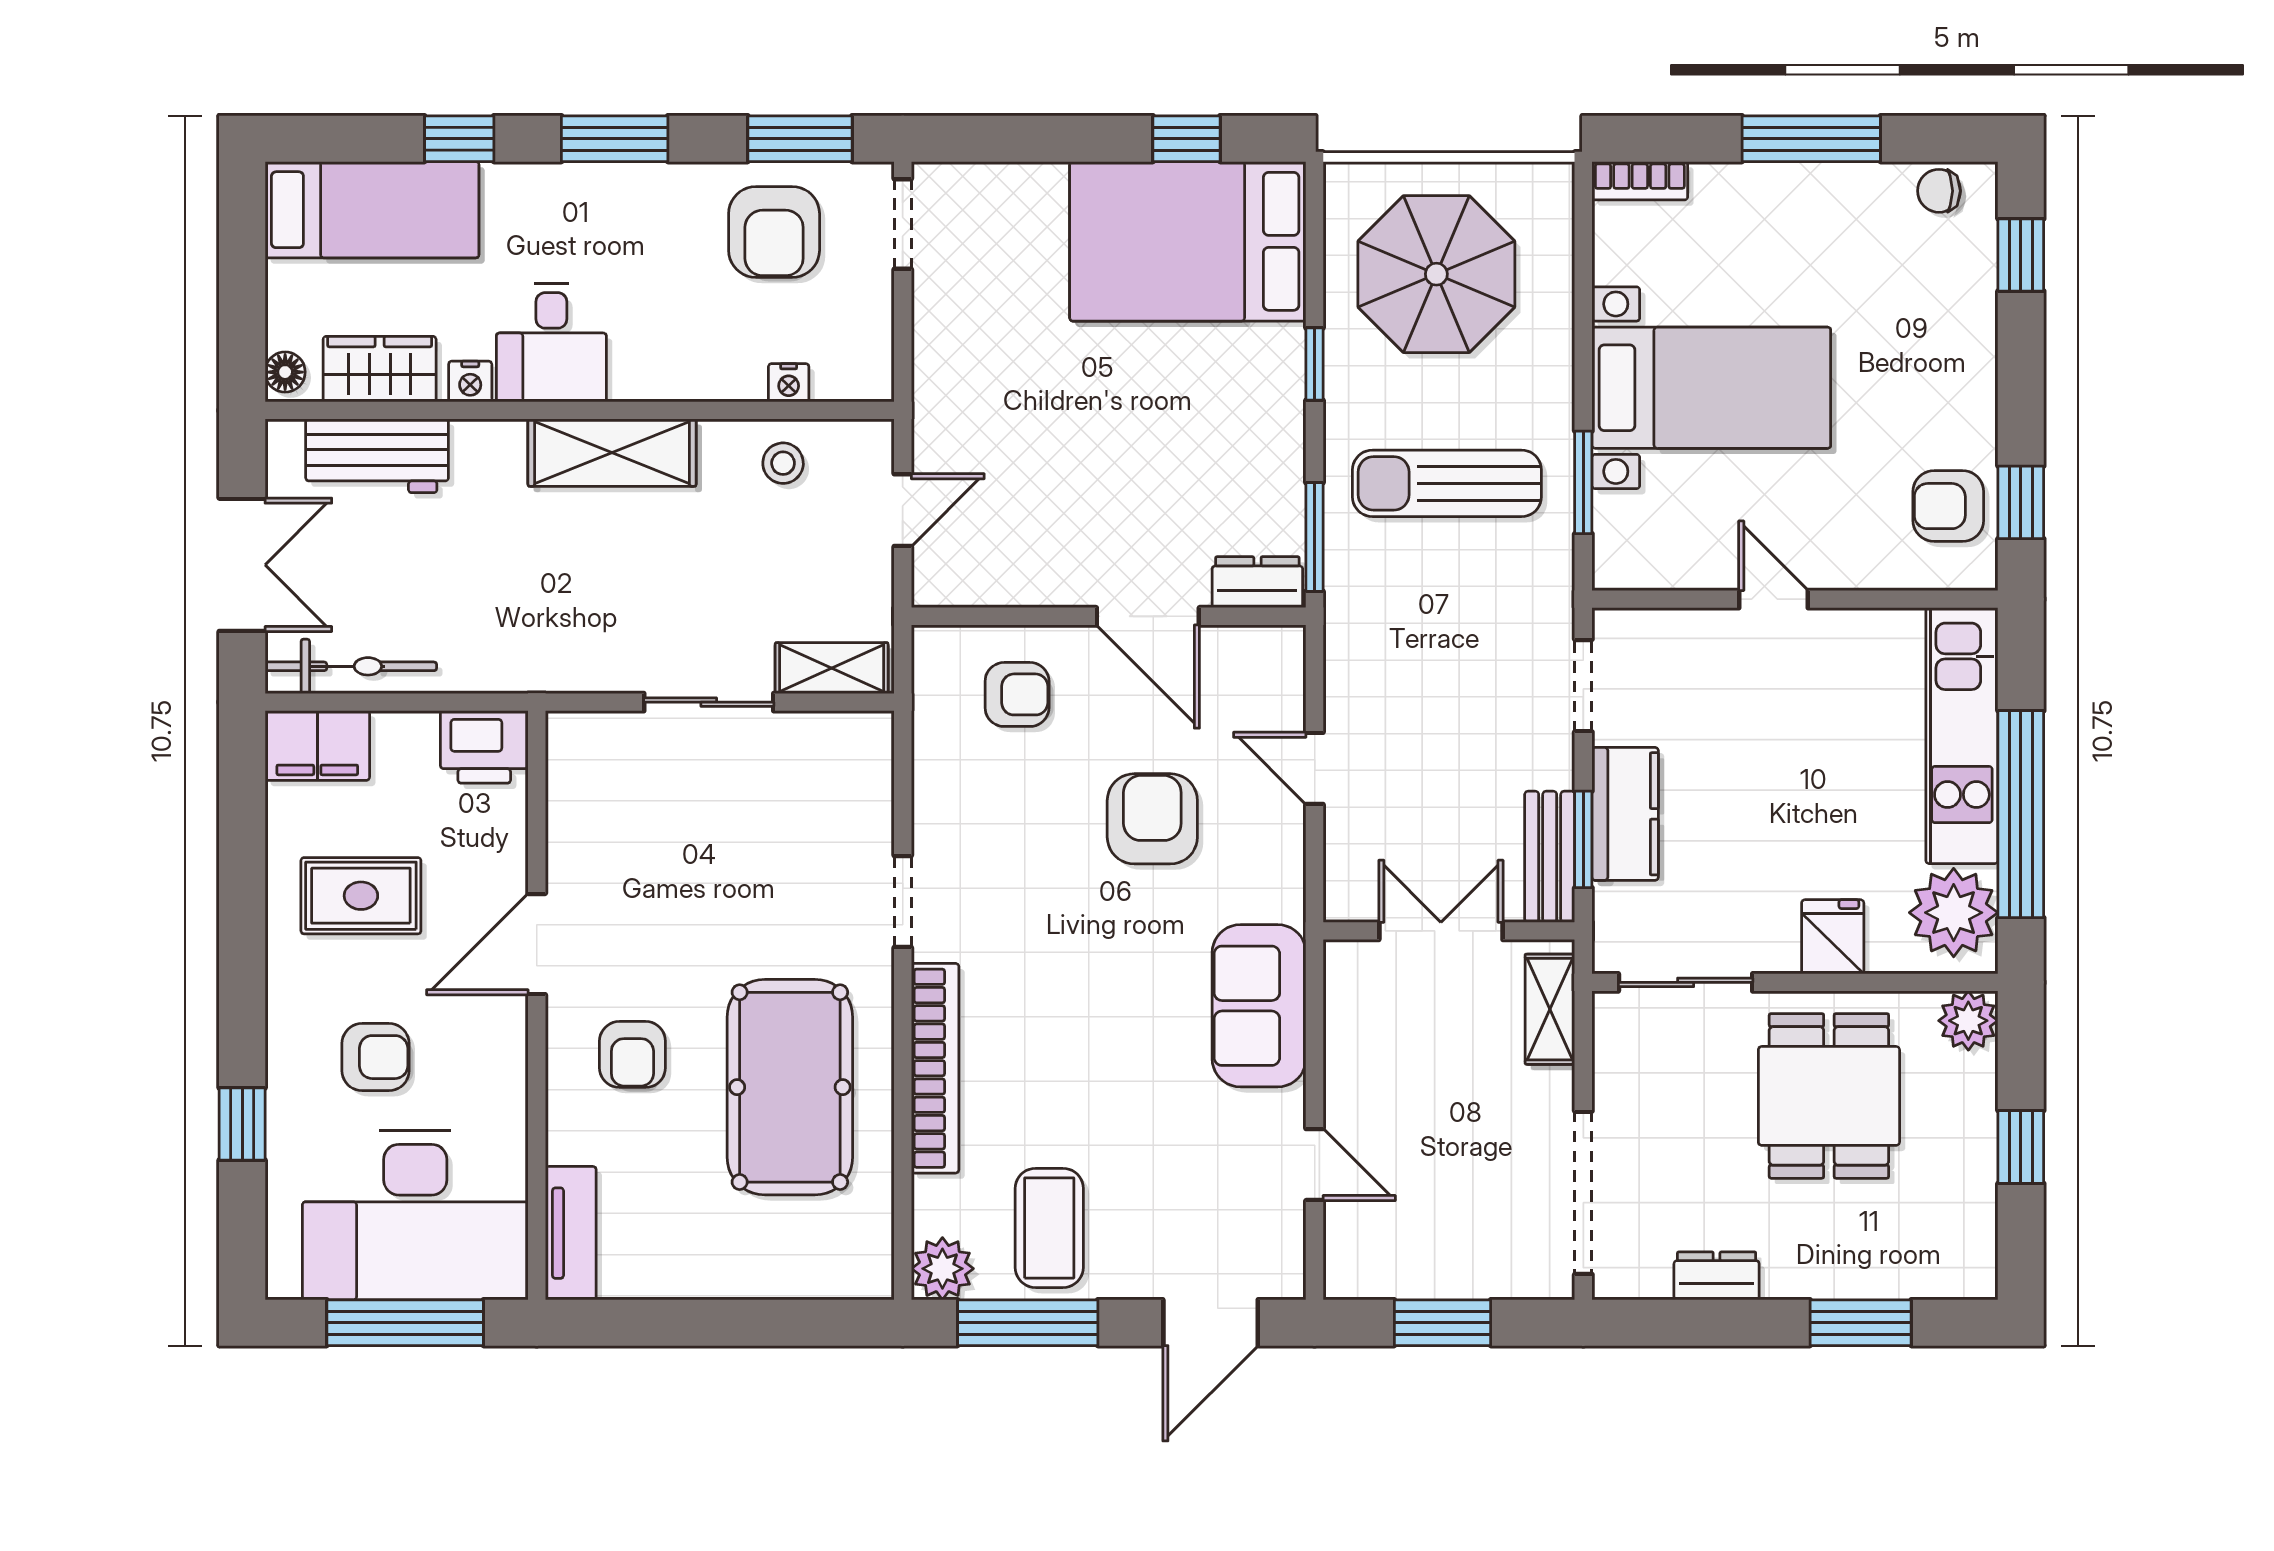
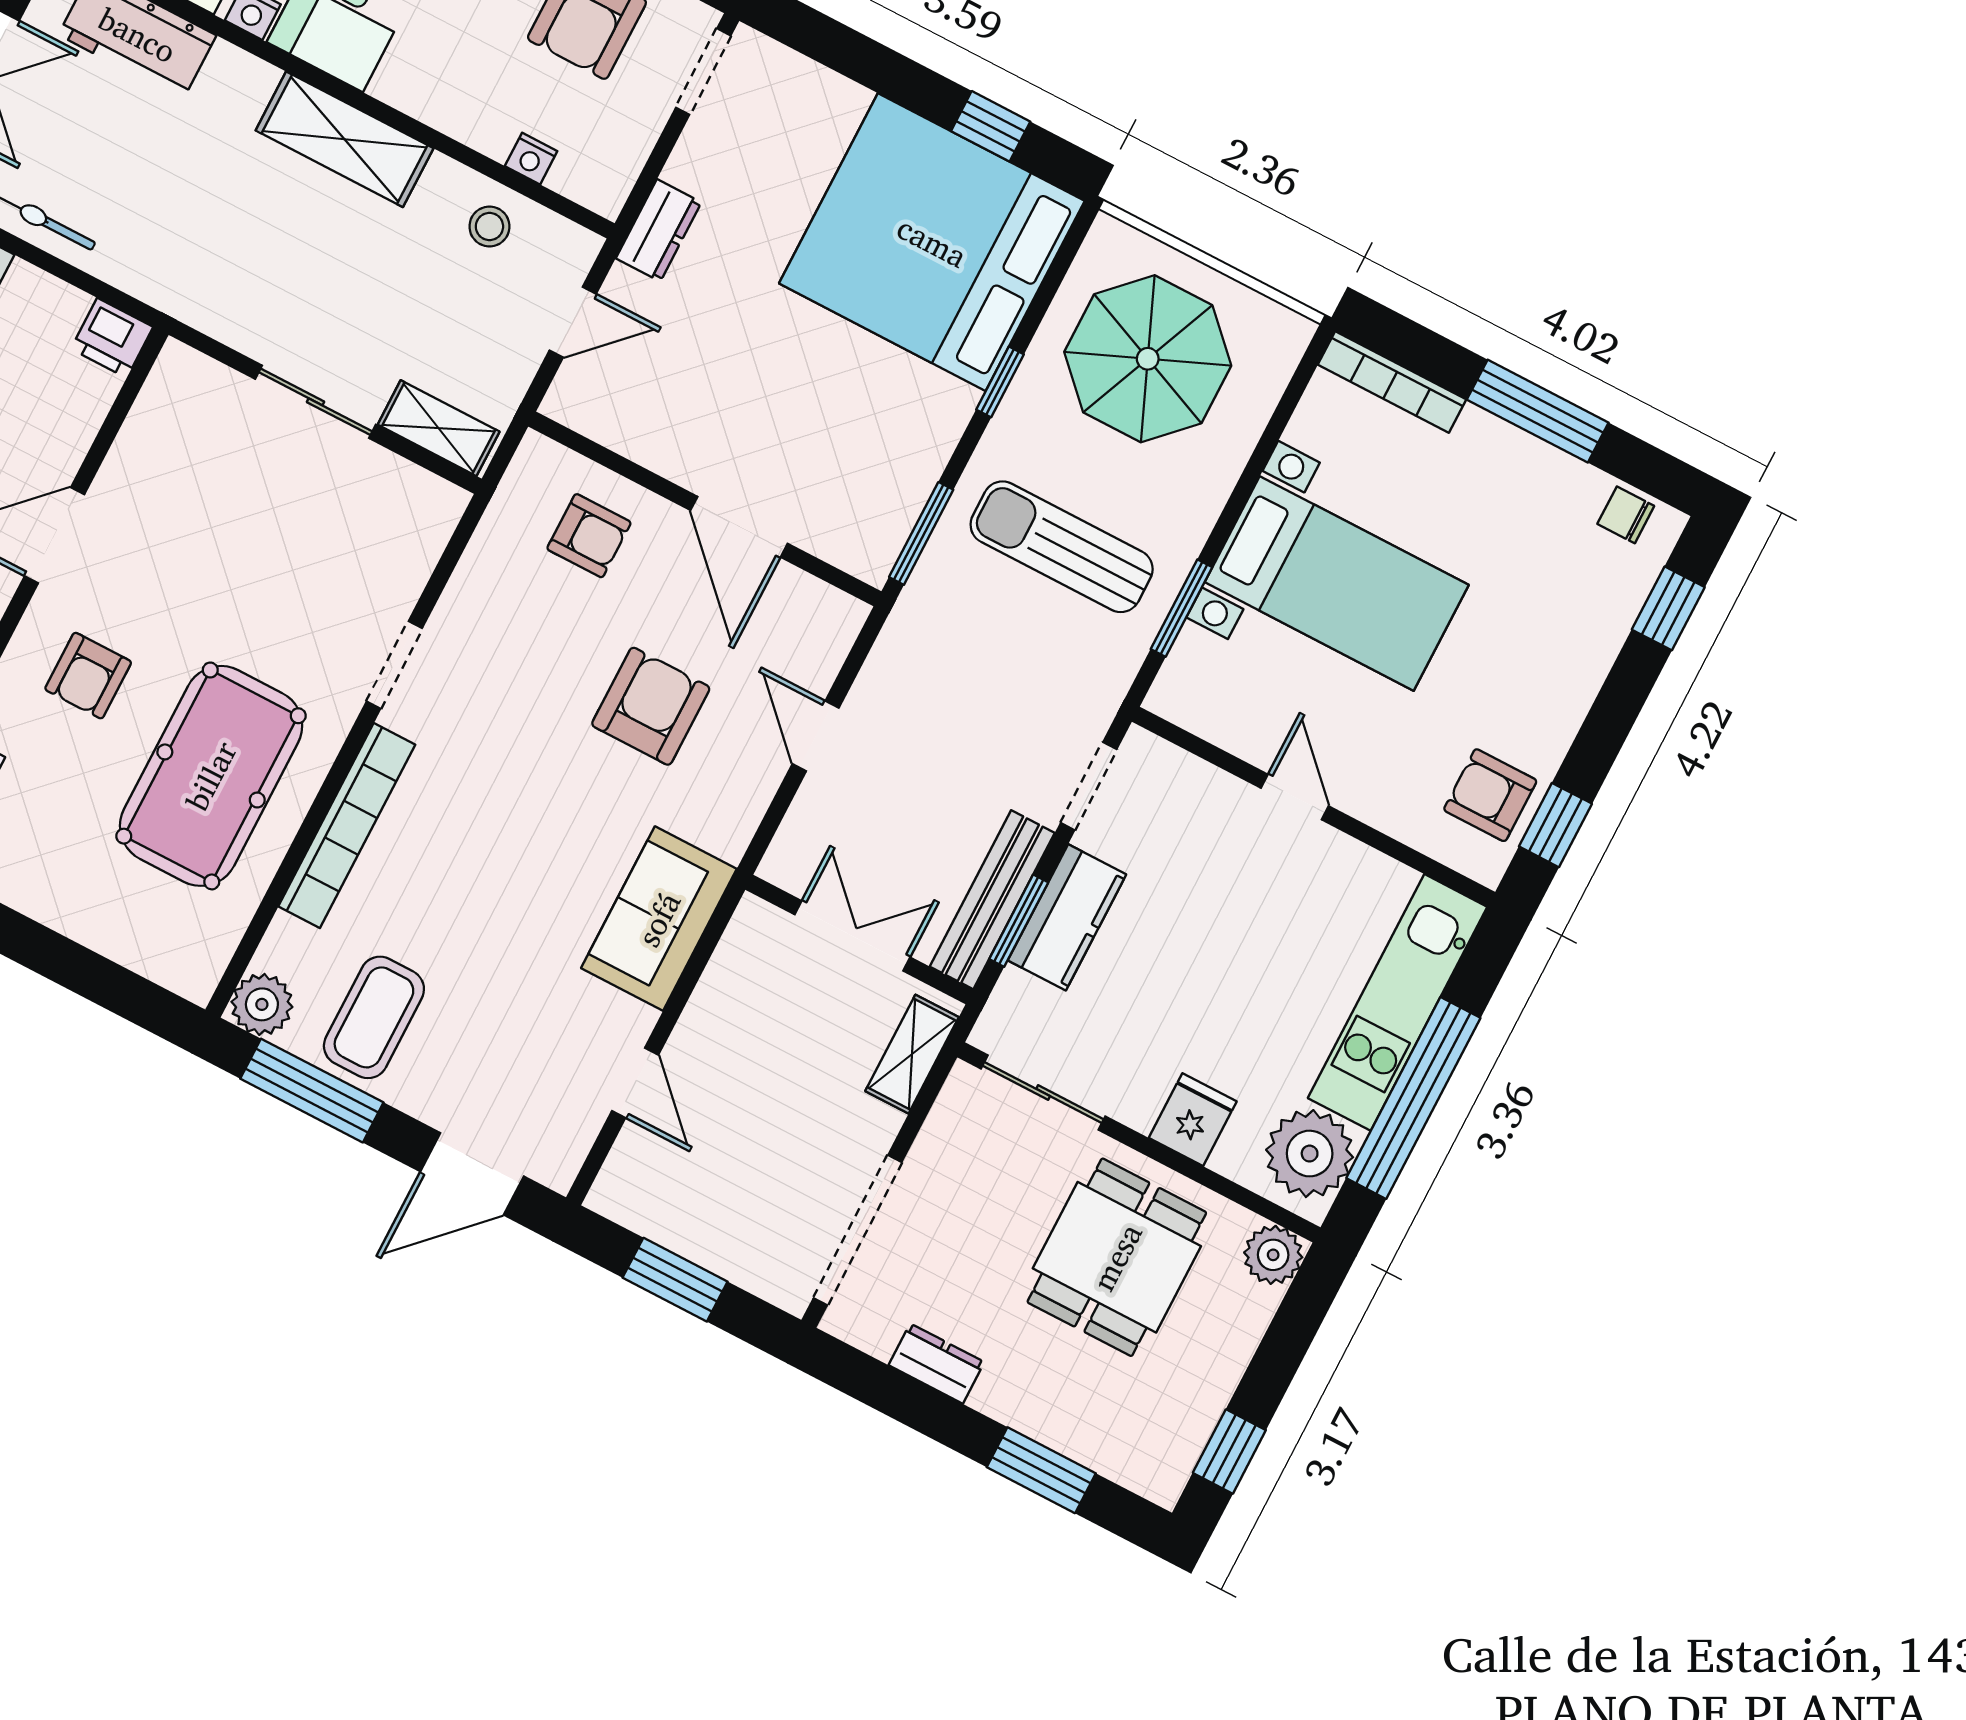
bookcase: (1640, 181) -> (1392, 382), width x1.56
bed: (1188, 241) -> (932, 242), width x1.36
dresser: (1257, 582) -> (659, 230), moved, turned 90
printer: (484, 747) -> (112, 338), width x0.73, depth x0.81
bench: (1550, 857) -> (992, 900), width x1.36
window: (2021, 1147) -> (1229, 1452), moved

